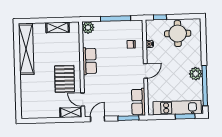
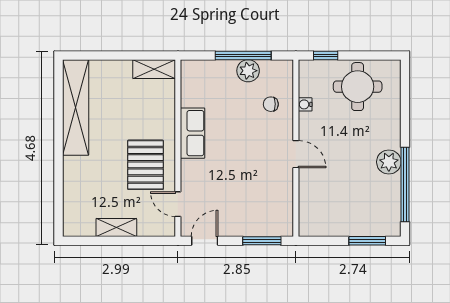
shelving: (58, 27) -> (154, 69), moved
plant: (88, 27) -> (248, 71), moved
door: (145, 71) -> (296, 154), hinge flipped
row of seats: (138, 102) -> (281, 211), removed
kitchen unit: (177, 108) -> (353, 224), removed
shelving: (71, 112) -> (116, 228), moved

